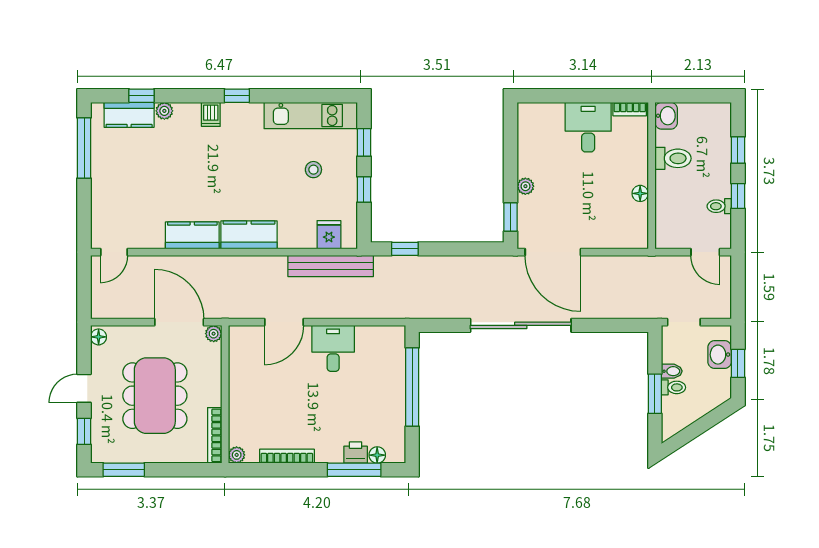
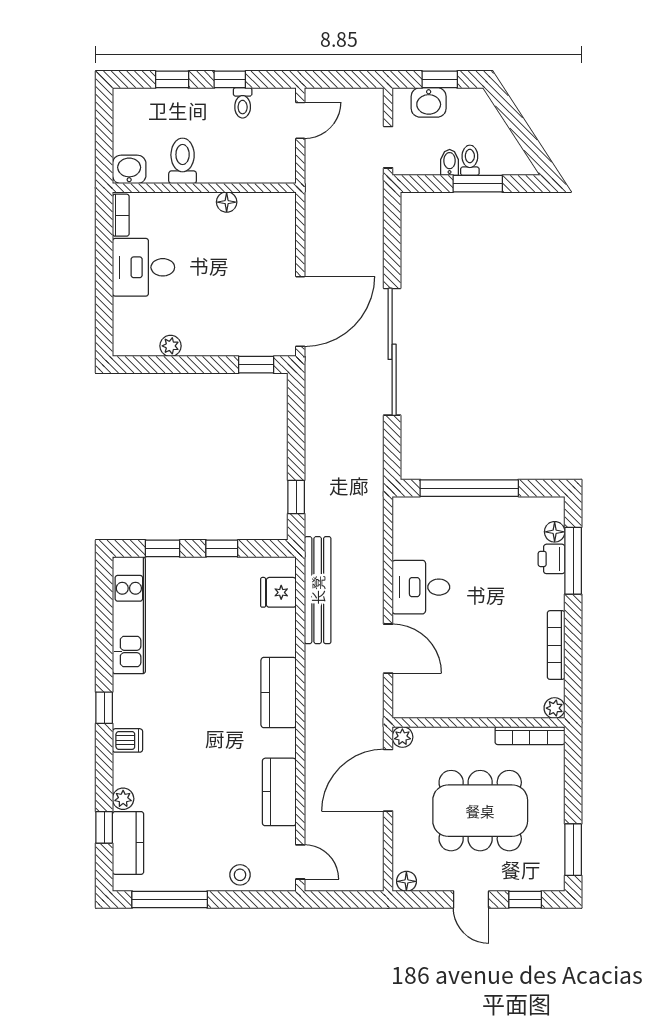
stool: (313, 170) -> (240, 875), moved
plant: (525, 186) -> (171, 346), moved
kitchen counter: (192, 235) -> (279, 792), moved

